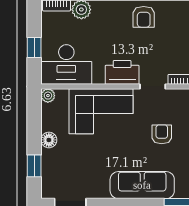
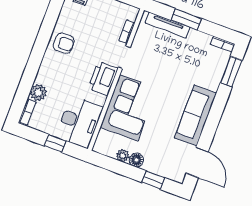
plant: (48, 96) -> (123, 156), moved
armchair: (162, 134) -> (167, 65), removed
sofa: (142, 185) -> (195, 115), moved

